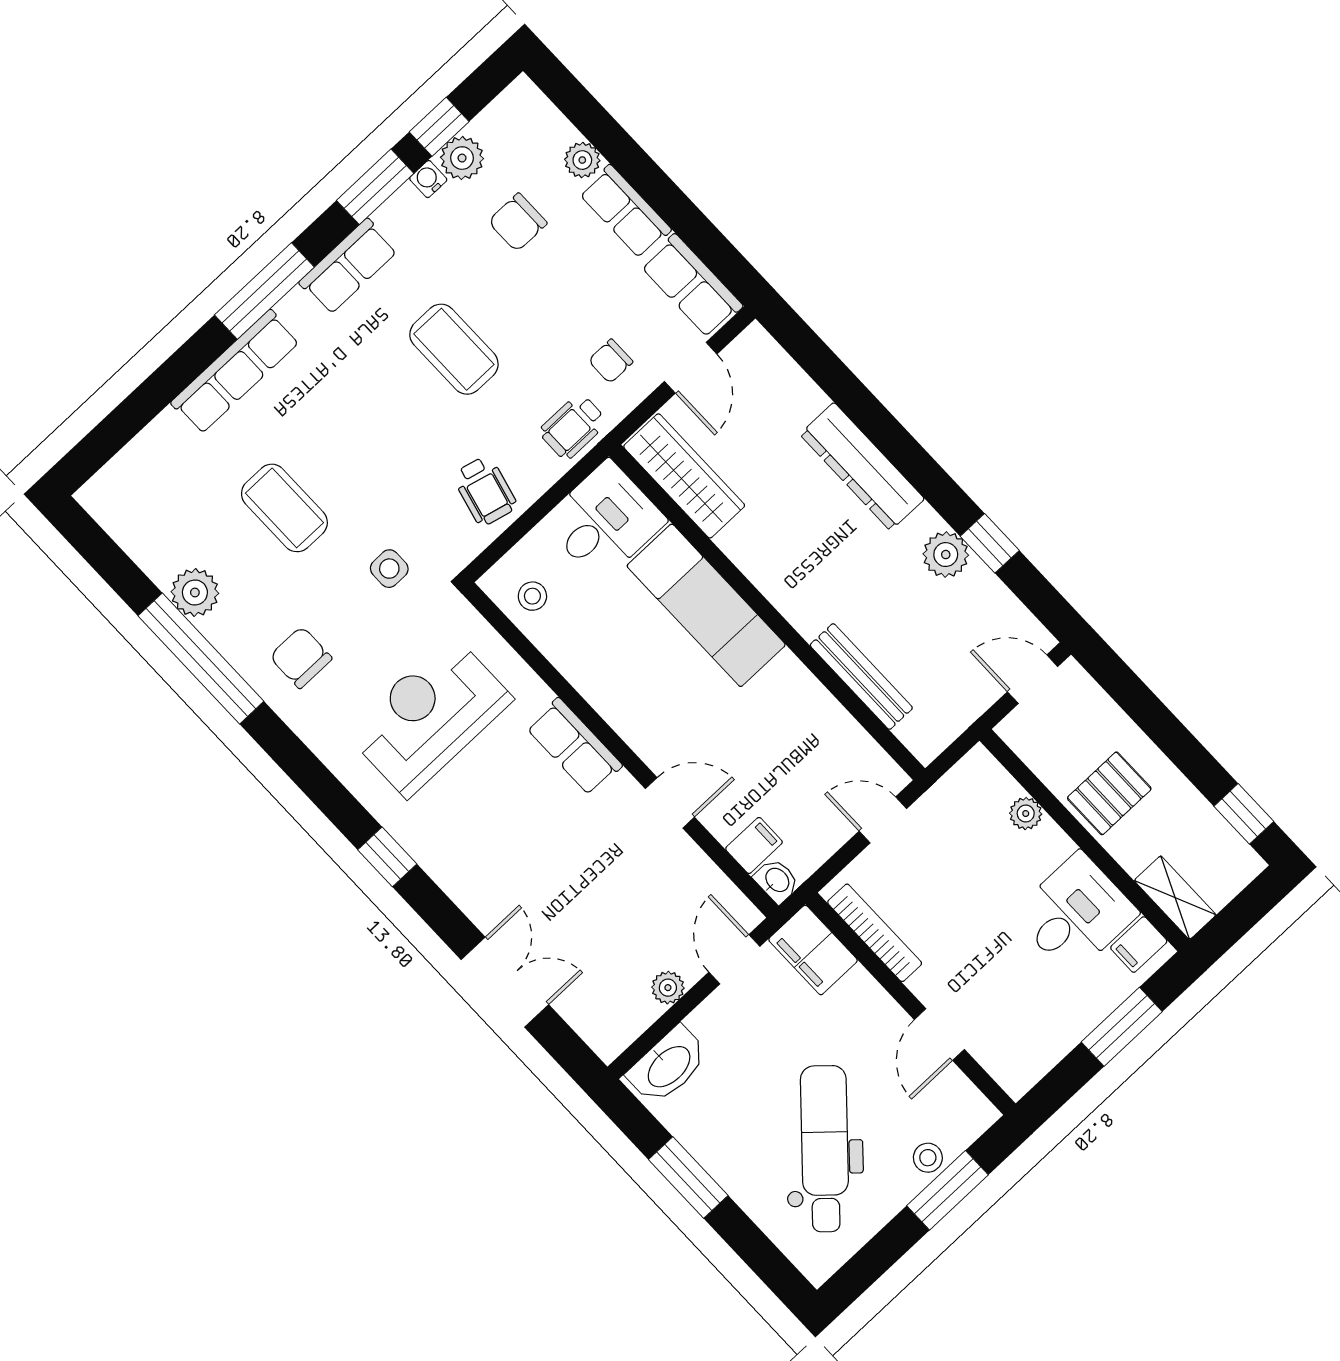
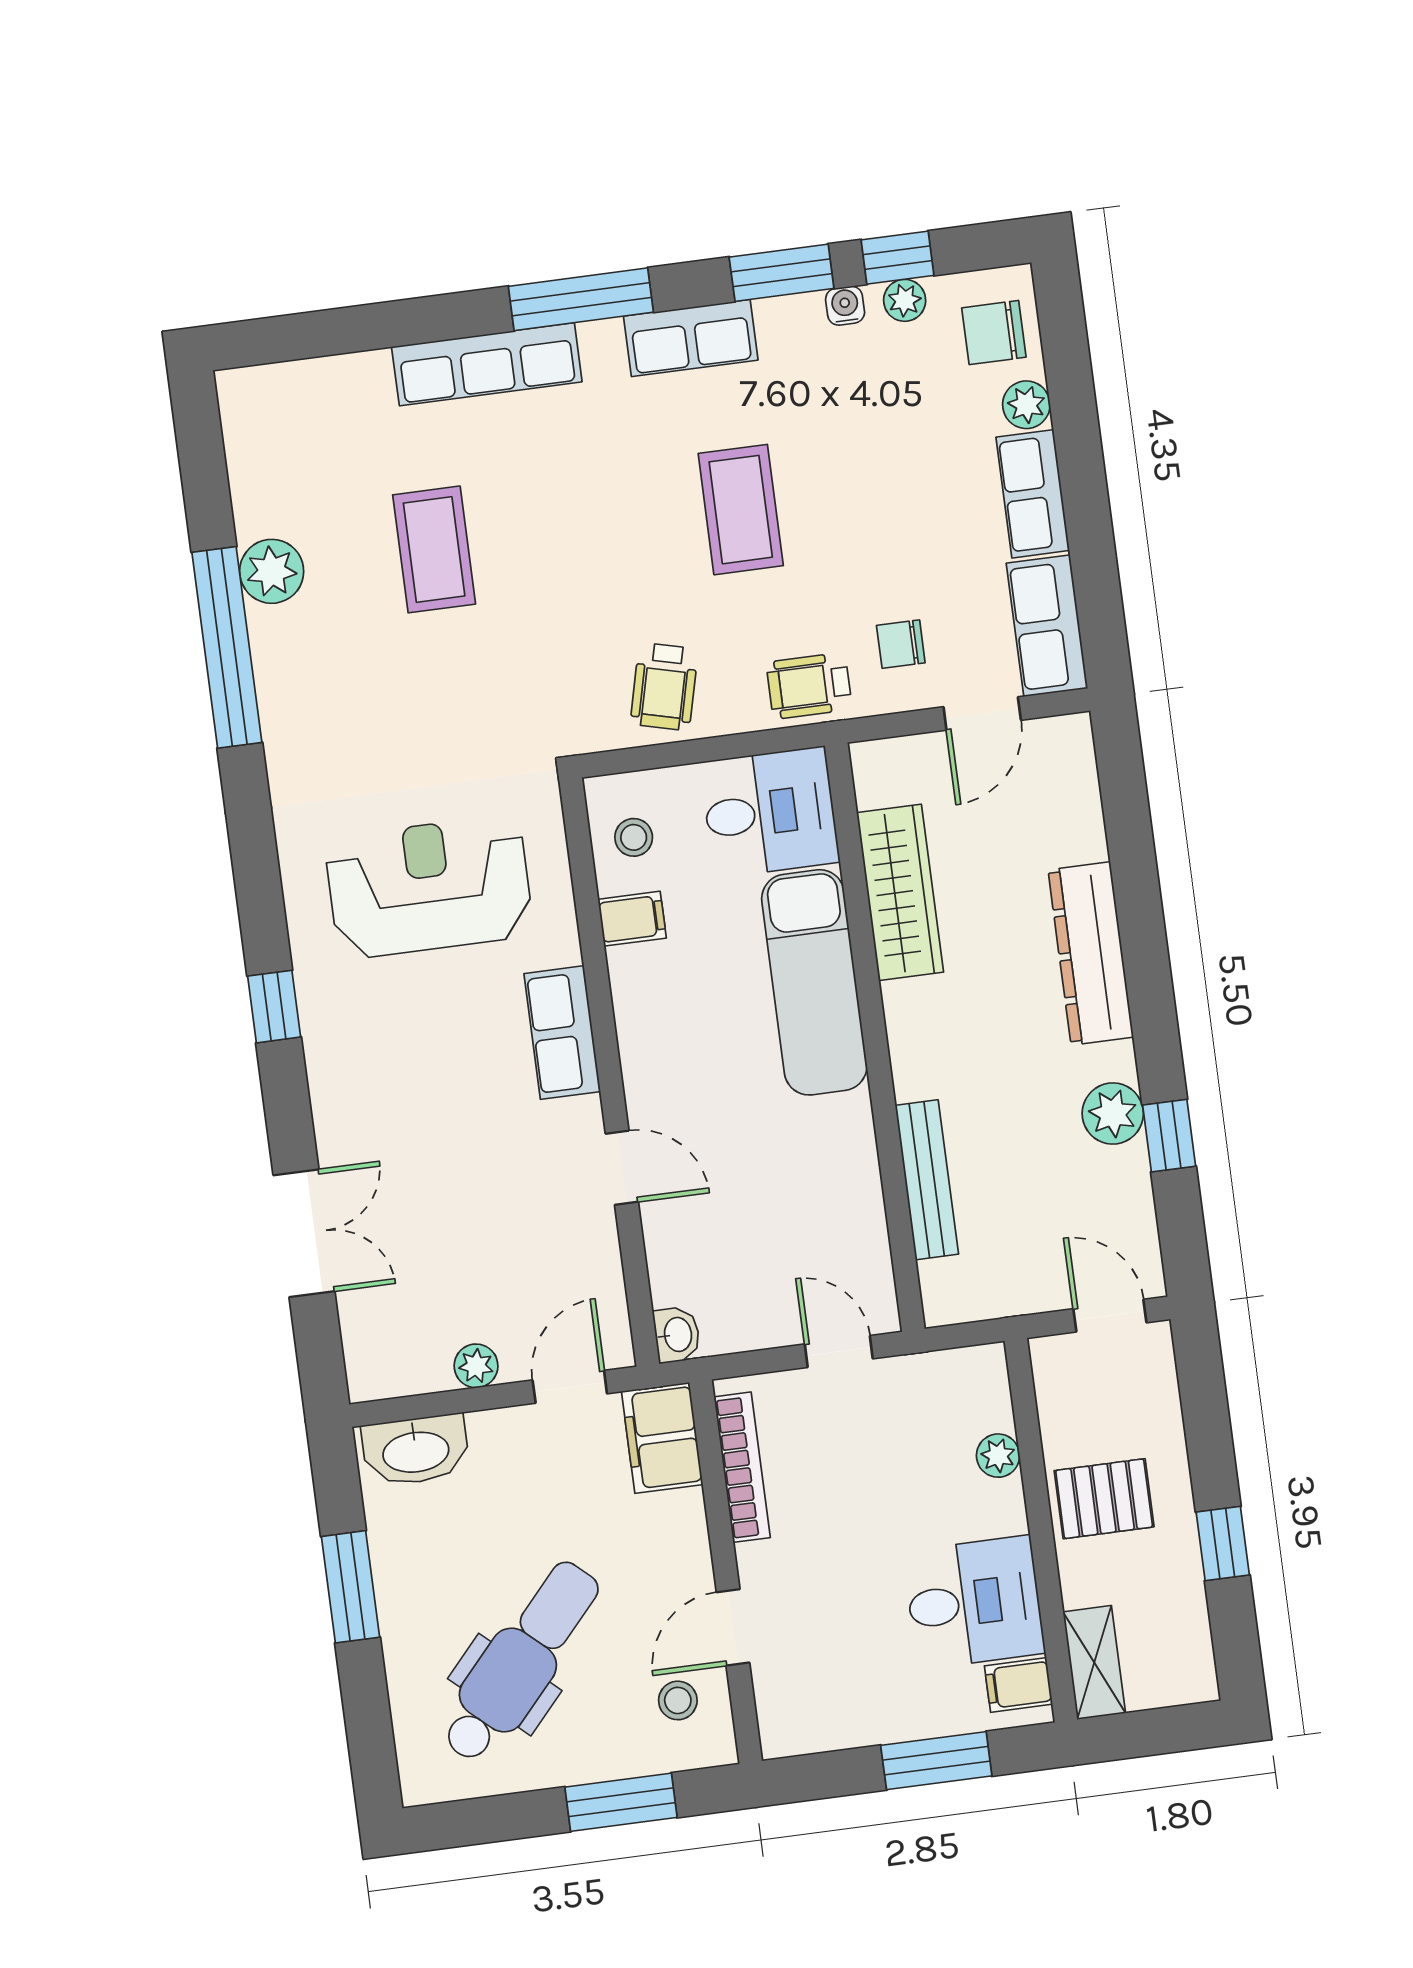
plant: (462, 158) -> (905, 300), width x0.73, depth x0.73
chair: (518, 222) -> (994, 333), moved
wardrobe: (684, 476) -> (900, 892), moved
side table: (389, 569) -> (500, 696), removed
chair: (301, 657) -> (336, 724), removed
window: (1244, 814) -> (1223, 1543), moved
filing cabinet: (754, 845) -> (632, 919), moved
stool: (928, 1158) -> (678, 1700), moved

